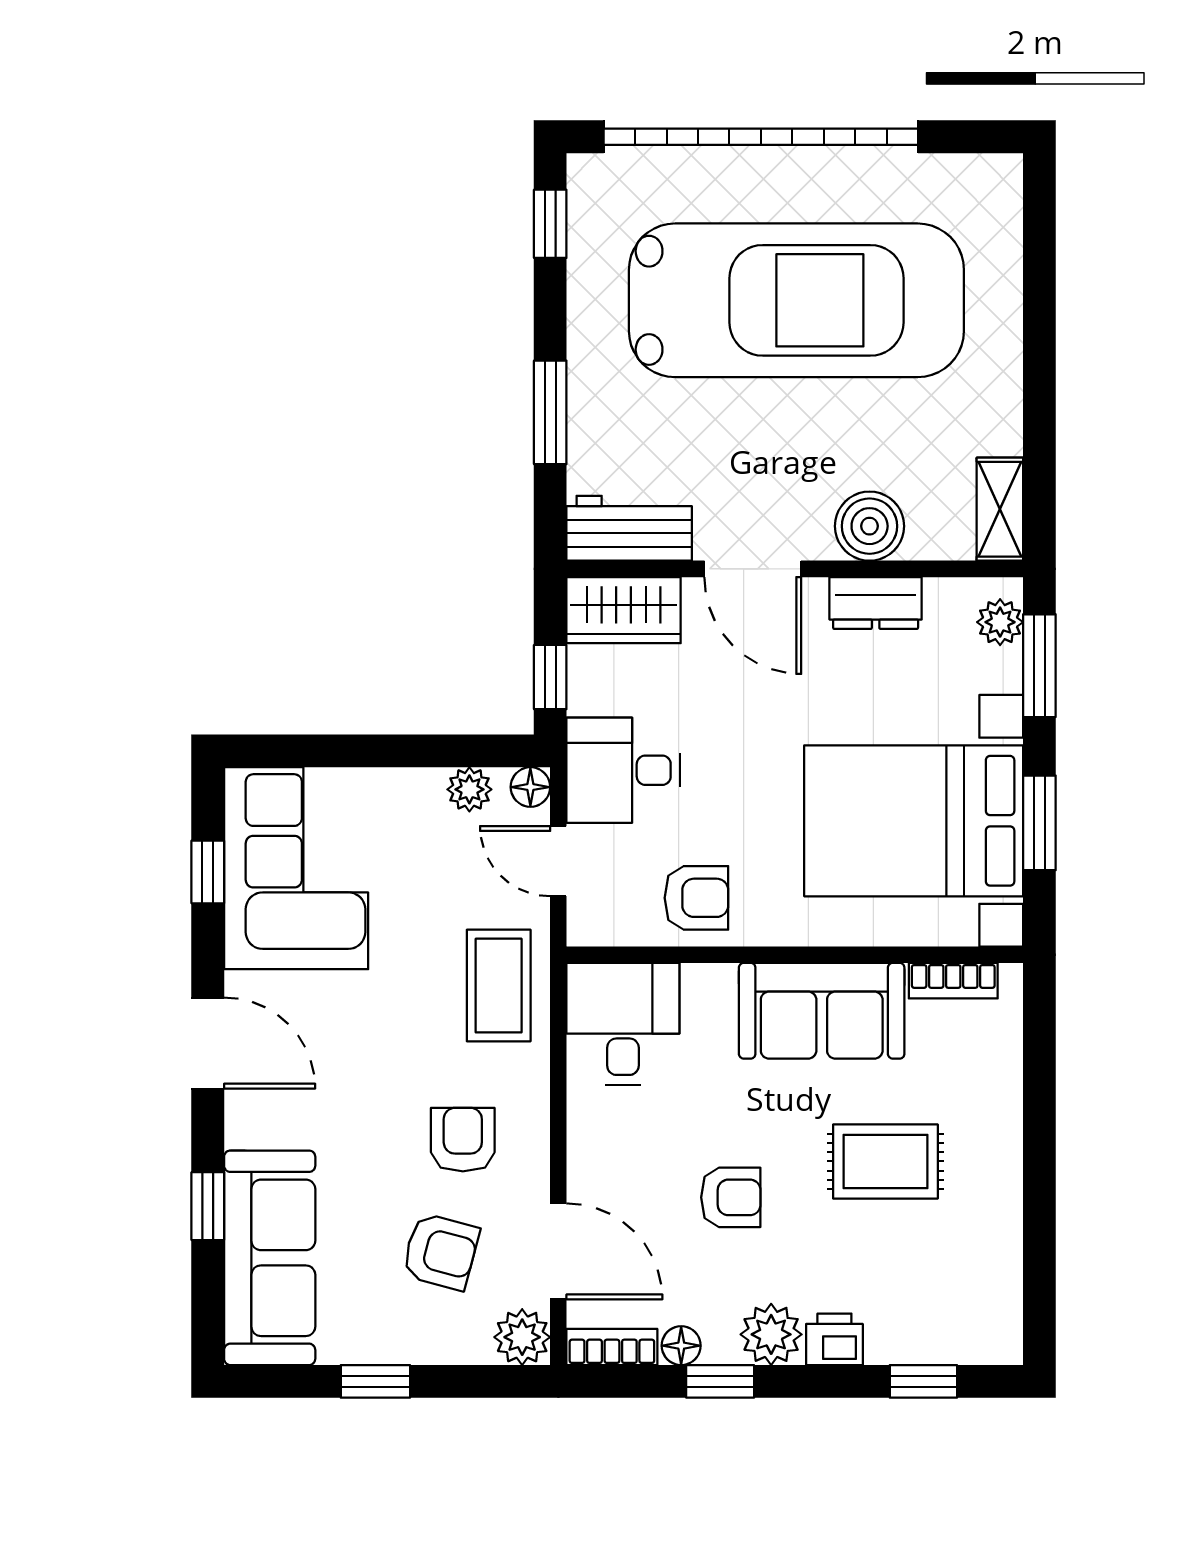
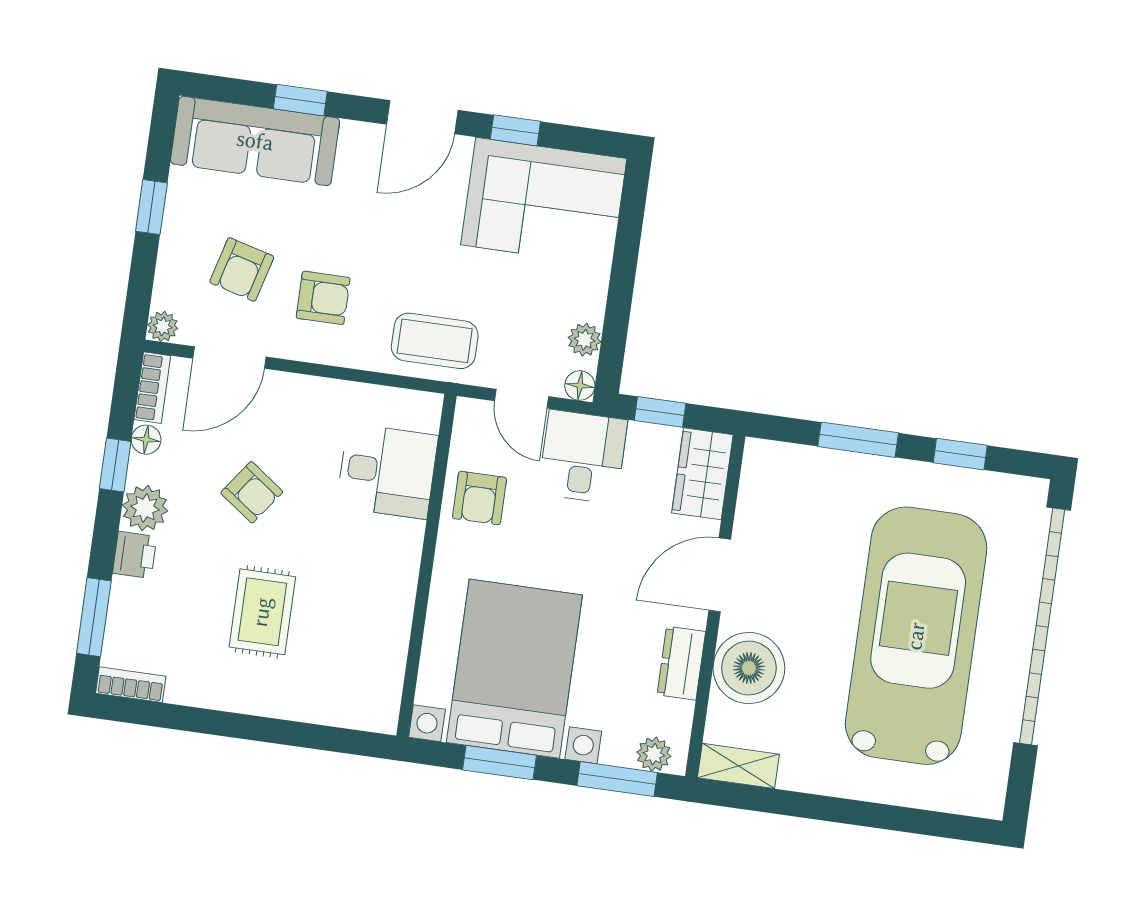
window: (550, 224) -> (960, 454), moved
car: (796, 300) -> (916, 636), turned 180
boiler: (870, 526) -> (749, 668), width x1.37, depth x1.37
workbench: (629, 528) -> (763, 487), removed
door: (558, 861) -> (521, 399), swing flipped
window: (208, 872) -> (515, 130), moved
bookcase: (953, 981) -> (131, 685), moved, turned 90
sofa: (822, 1011) -> (382, 580), removed
desk: (623, 1024) -> (387, 471), moved
armchair: (731, 1197) -> (252, 492), turned -54
plant: (522, 1337) -> (163, 326), width x0.73, depth x0.73
window: (923, 1381) -> (94, 617), width x1.50

